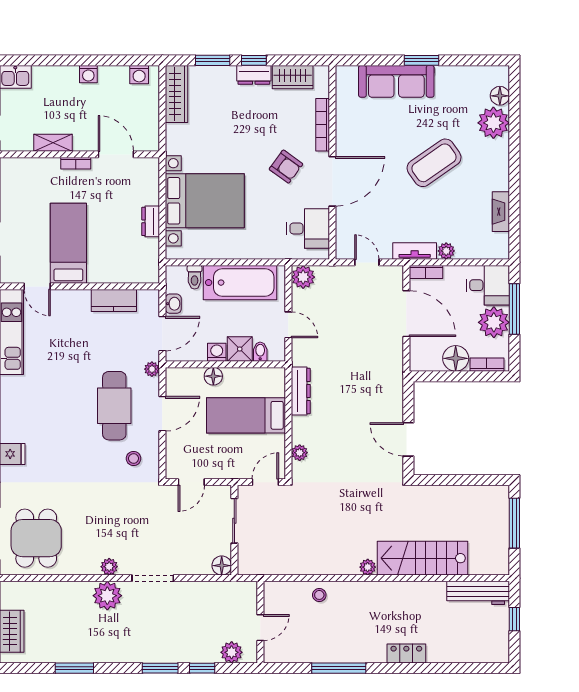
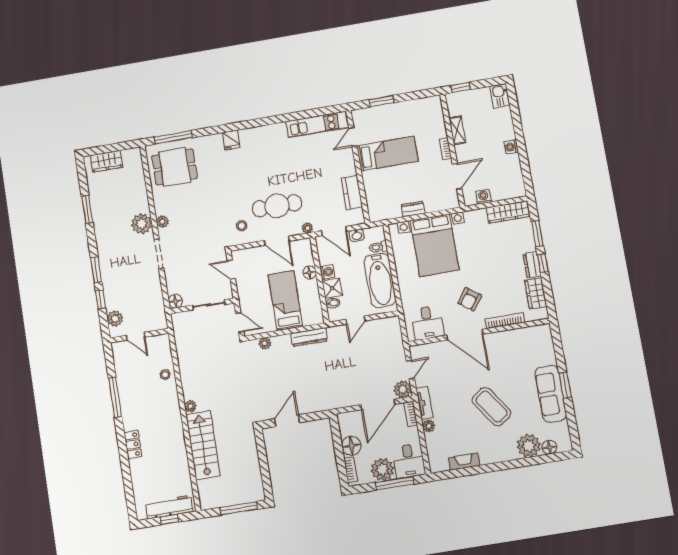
washing machine: (139, 75) -> (483, 197), moved, turned 90
sofa: (396, 81) -> (551, 394), moved
plant: (303, 277) -> (403, 389), moved
workbench: (478, 593) -> (169, 507), moved, turned 90

